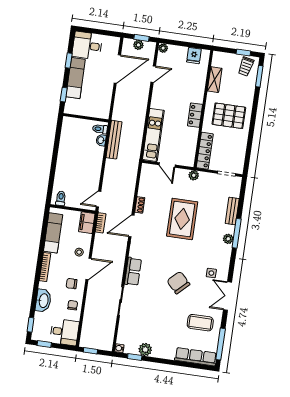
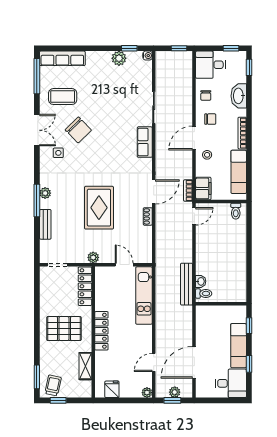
locker: (195, 115) -> (101, 331), width x1.53
chair: (178, 283) -> (78, 130), moved

